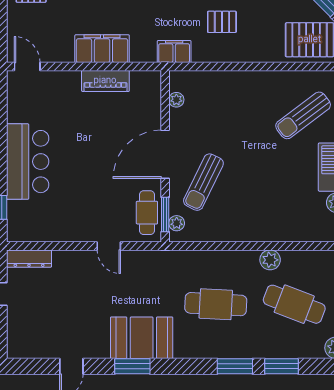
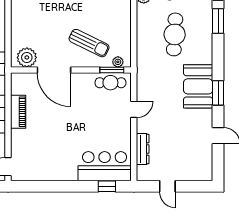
plant: (176, 100) -> (27, 57), width x1.88, depth x1.88
door: (165, 154) -> (54, 70), moved
bar counter: (28, 162) -> (105, 166), moved
dresser: (29, 259) -> (143, 149), moved

